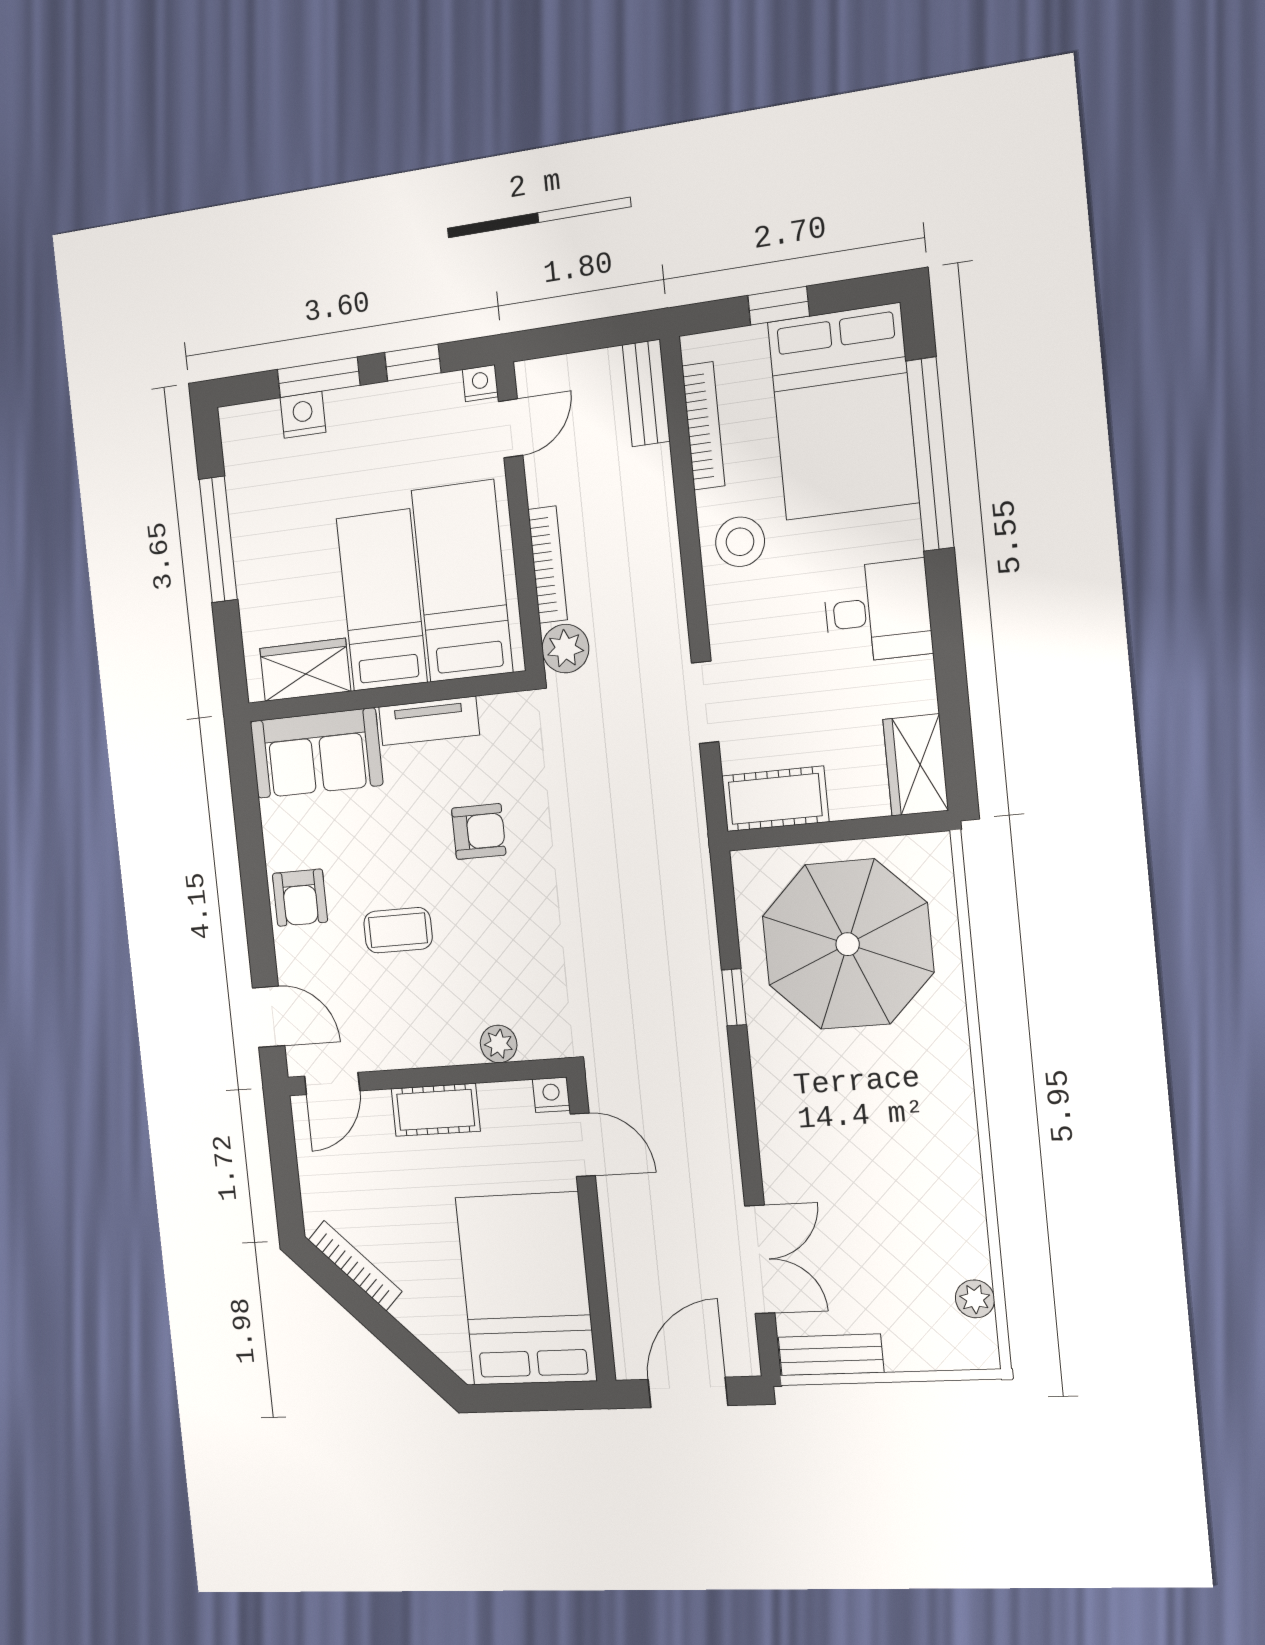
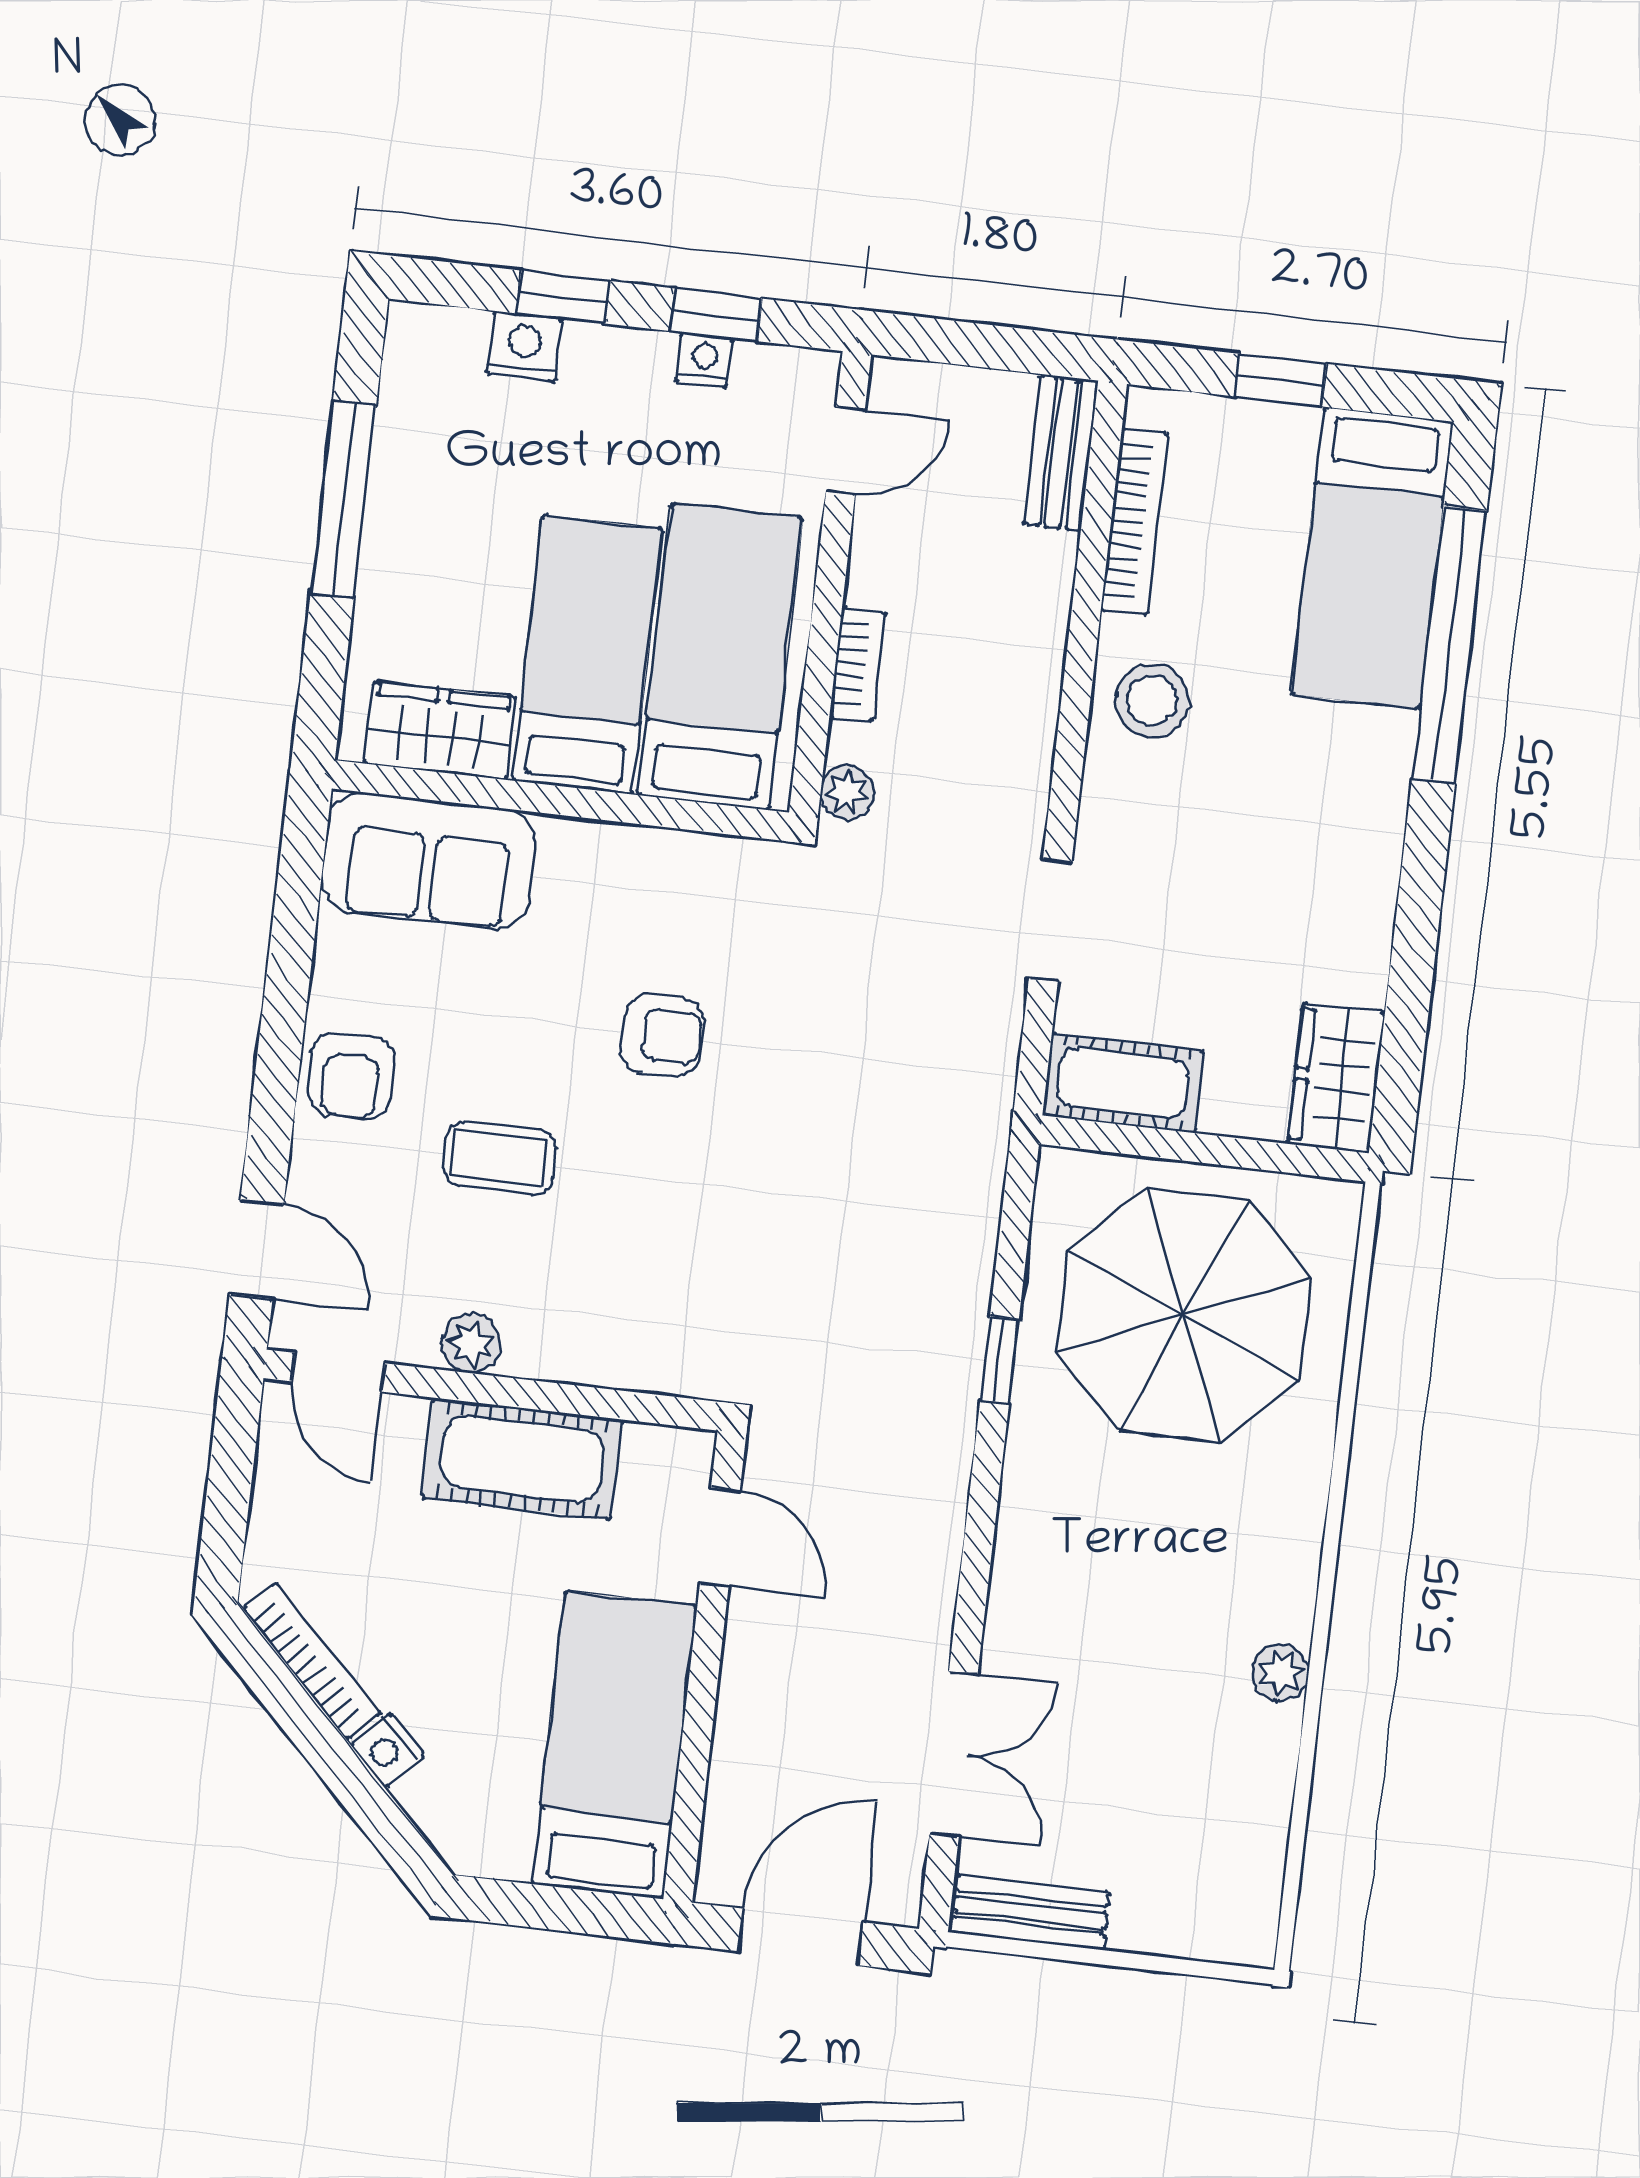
window: (319, 377) -> (563, 297), width x0.67
nightstand: (480, 383) -> (704, 360), moved
bed: (843, 412) -> (1372, 558), width x0.67
bookcase: (548, 565) -> (858, 664), width x0.64
desk: (877, 611) -> (1328, 848), removed
plant: (565, 649) -> (847, 792), width x0.73, depth x0.73
tv unit: (429, 721) -> (621, 852), removed
plant: (499, 1044) -> (471, 1344), moved
door: (332, 1084) -> (338, 1372), hinge flipped
nightstand: (551, 1095) -> (387, 1750), moved, turned -135
cot: (436, 1110) -> (522, 1459), width x1.37, depth x1.34
bed: (526, 1289) -> (615, 1745), width x0.67
plant: (975, 1299) -> (1280, 1673), moved

